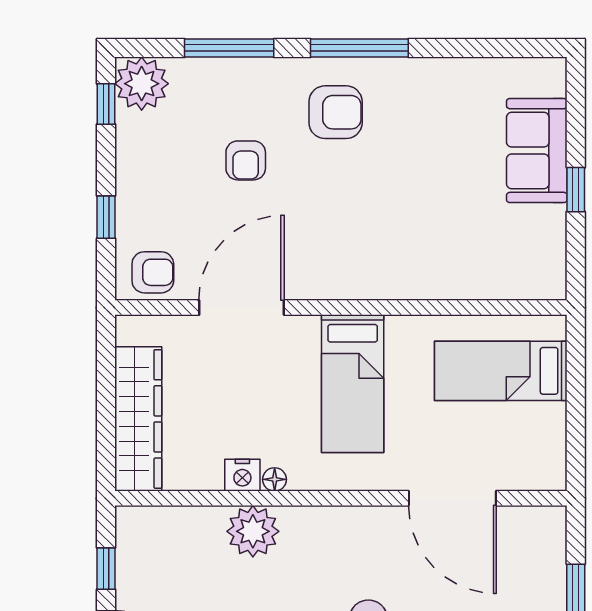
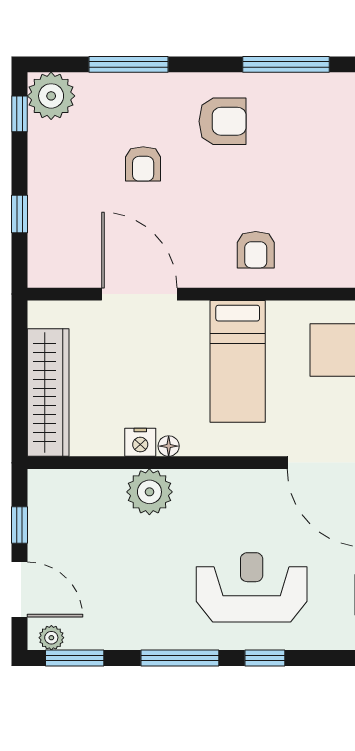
window: (359, 48) -> (286, 64), moved
armchair: (153, 272) -> (256, 250), moved, turned 90
door: (241, 308) -> (139, 294), hinge flipped

